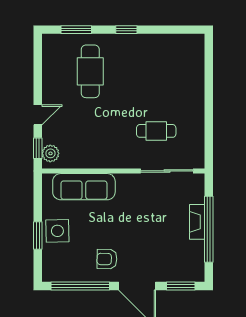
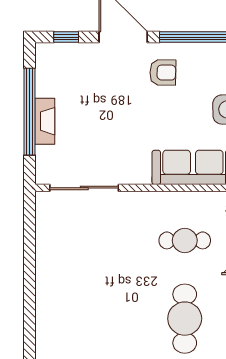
cafe table: (156, 131) -> (185, 240), moved
window: (181, 286) -> (66, 37), width x0.67

